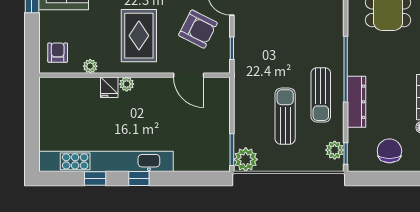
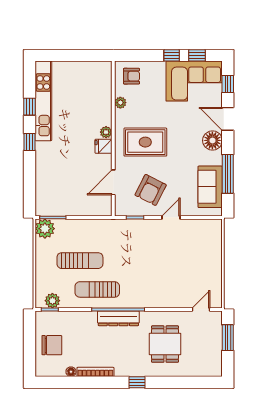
fridge: (109, 87) -> (103, 146), moved
dresser: (356, 102) -> (118, 318), moved
kitchen unit: (106, 161) -> (43, 101), width x0.73

